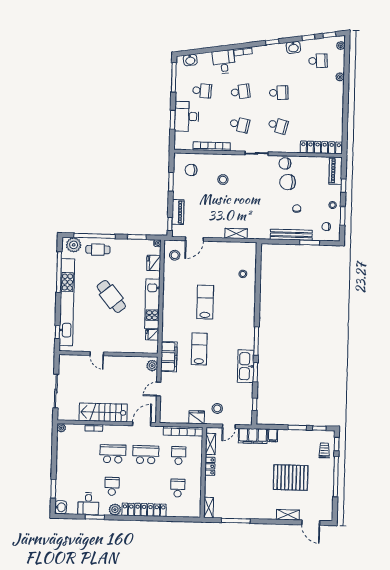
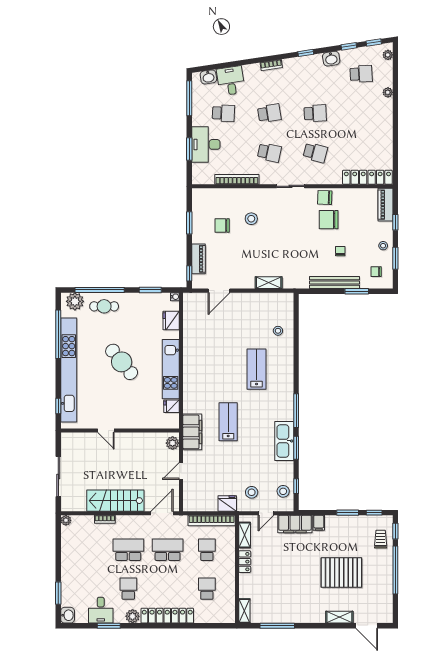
desk: (224, 62) -> (231, 81), moved
chair: (191, 170) -> (222, 225), moved
stool: (175, 255) -> (283, 491), moved
lab bench: (205, 302) -> (257, 369), moved

